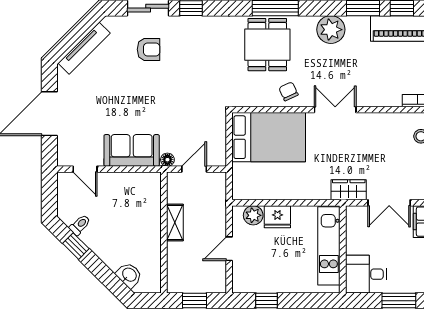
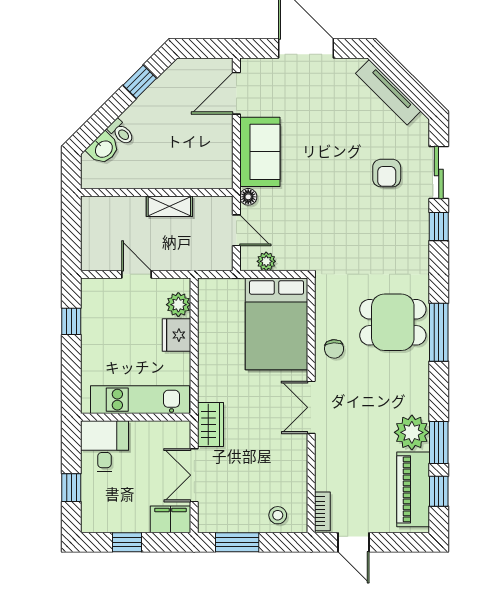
plant: (331, 30) -> (412, 432), moved
chair: (288, 91) -> (334, 349), turned 112
double door: (335, 110) -> (311, 407), swing flipped
plant: (219, 145) -> (266, 261), added
door: (85, 169) -> (236, 93), width x1.38
toilet: (80, 225) -> (121, 132), moved
window: (195, 301) -> (71, 231), removed
window: (399, 301) -> (71, 488), width x0.67

